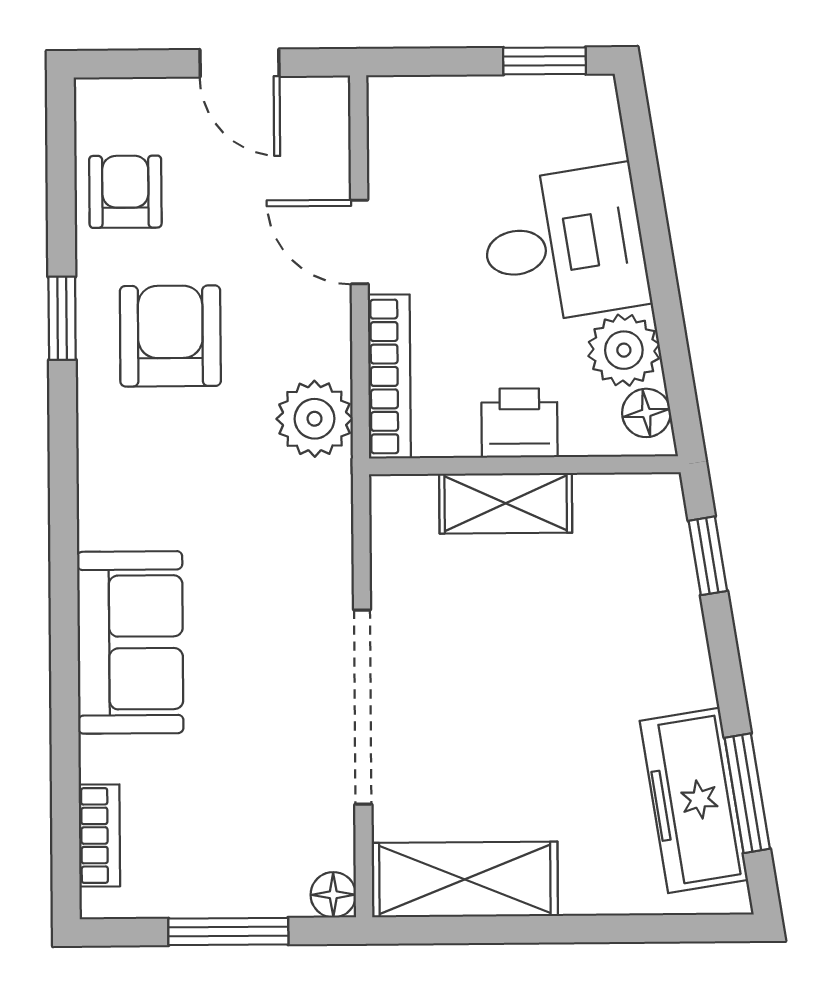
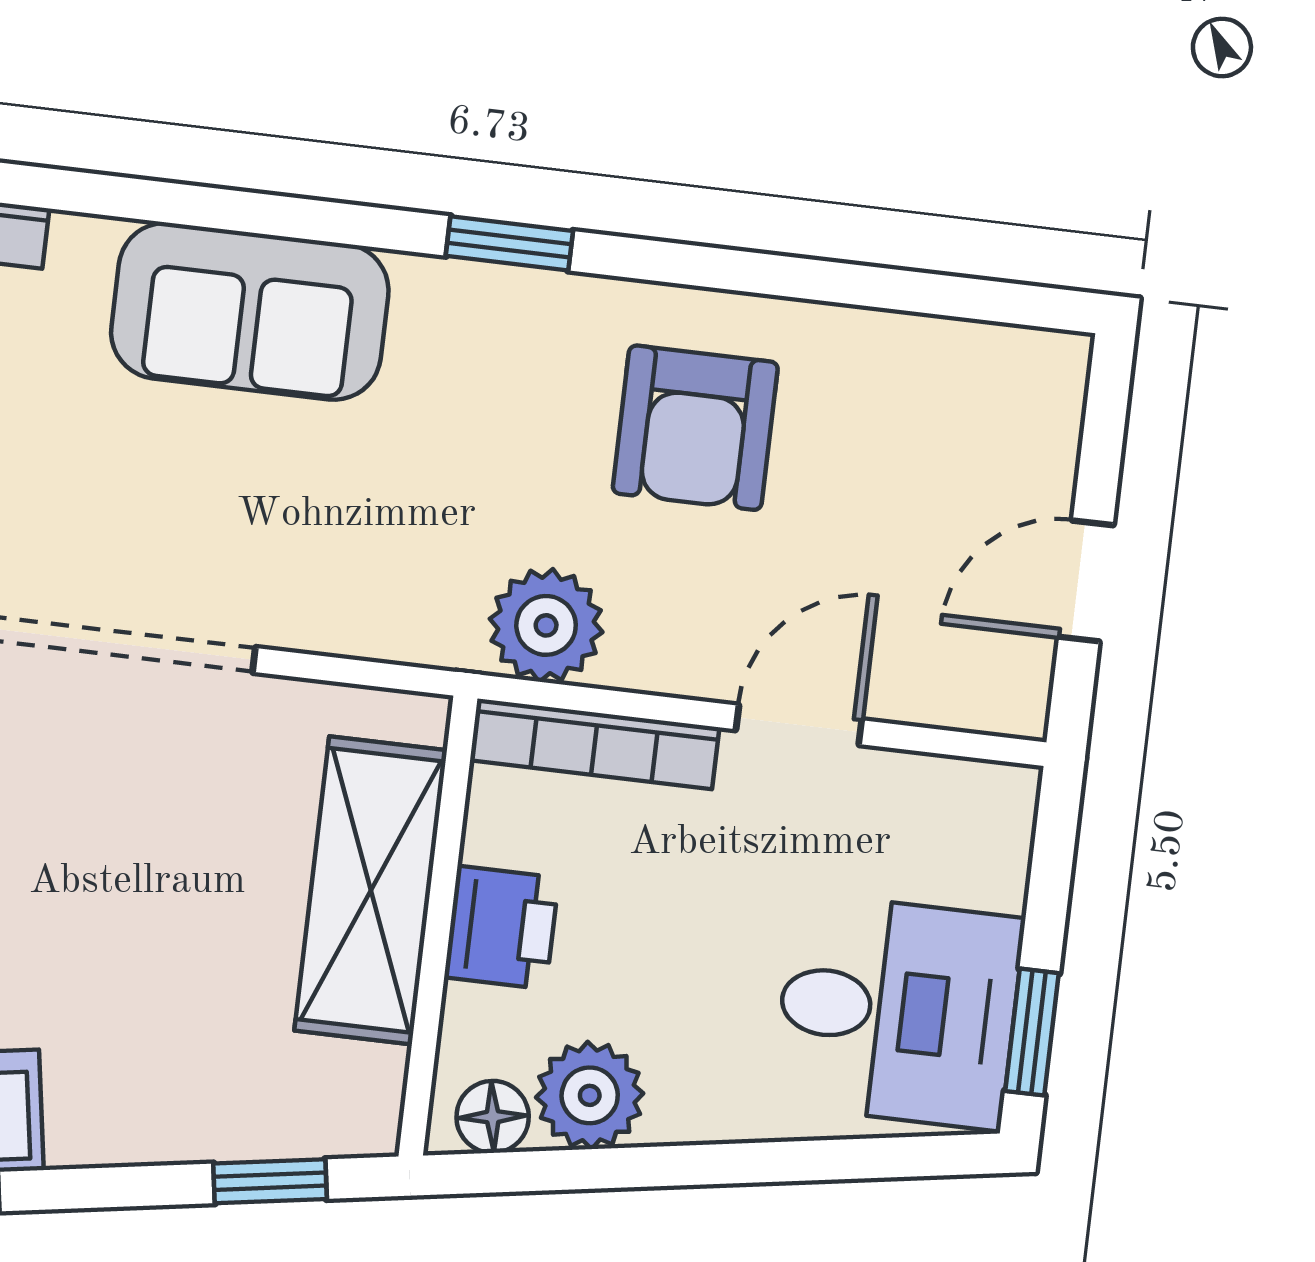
armchair: (125, 192) -> (917, 388), removed
desk: (564, 245) -> (898, 1011), moved, turned -81
window: (62, 318) -> (509, 243), moved
armchair: (170, 336) -> (695, 428), turned 90
shelving: (506, 503) -> (371, 890), width x1.50, depth x1.33

